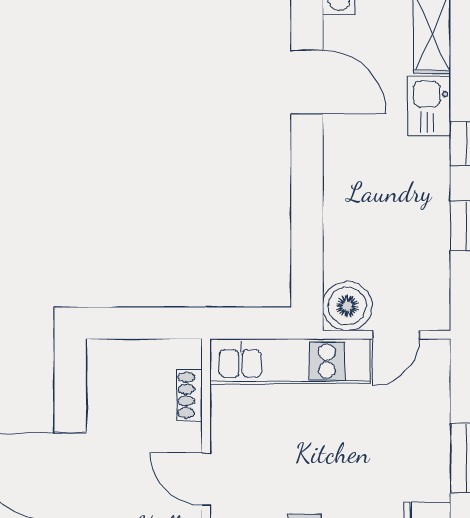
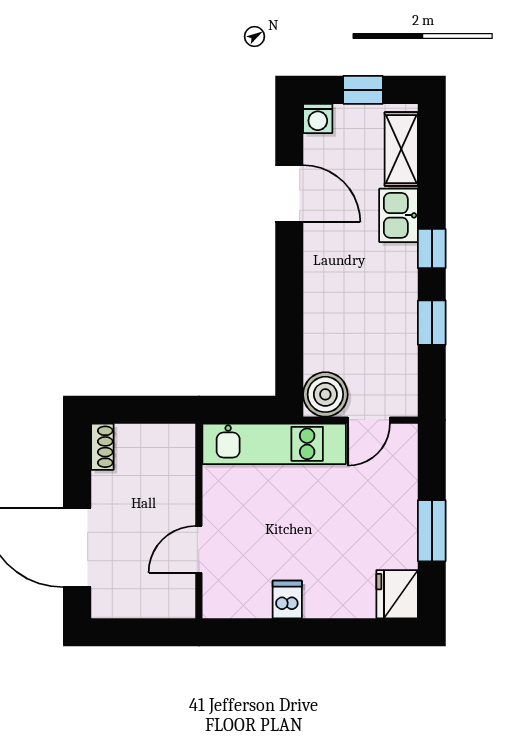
shoe rack: (190, 395) -> (102, 447), moved, turned 180
door: (206, 479) -> (199, 549), hinge flipped

